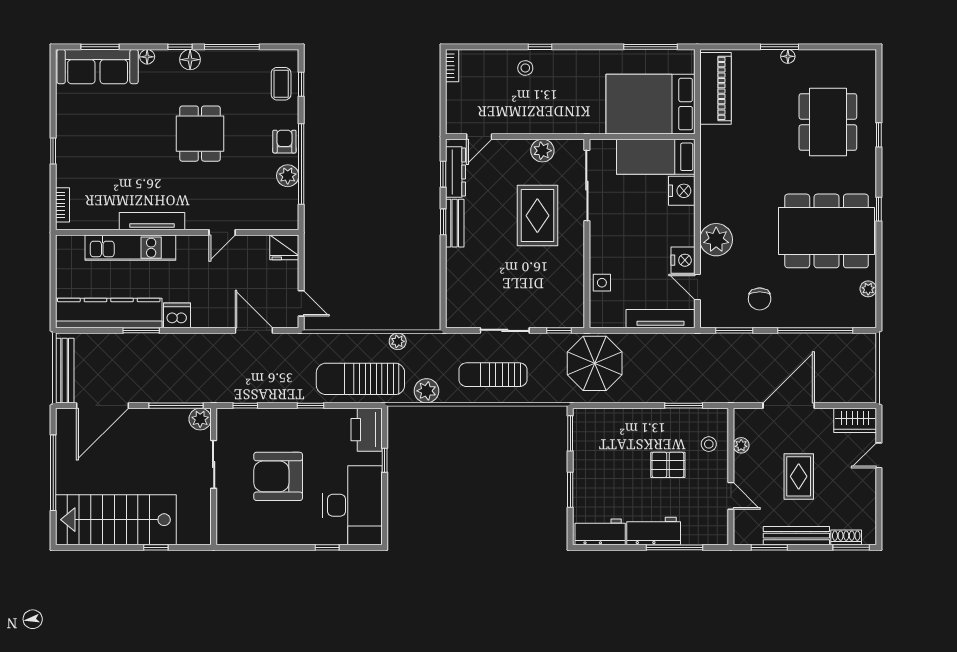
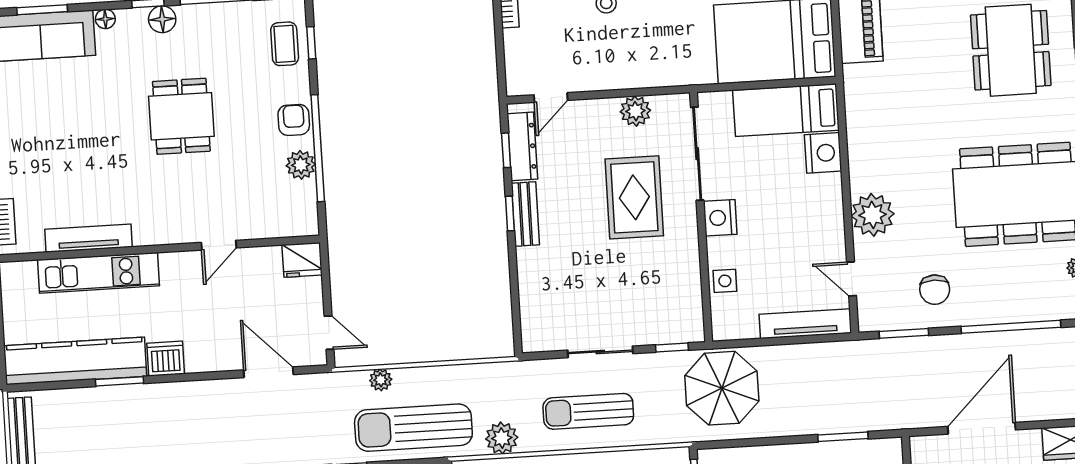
tv unit: (152, 221) -> (88, 238), moved
nightstand: (683, 260) -> (720, 218), moved, turned 180
plant: (398, 341) -> (381, 380), moved

